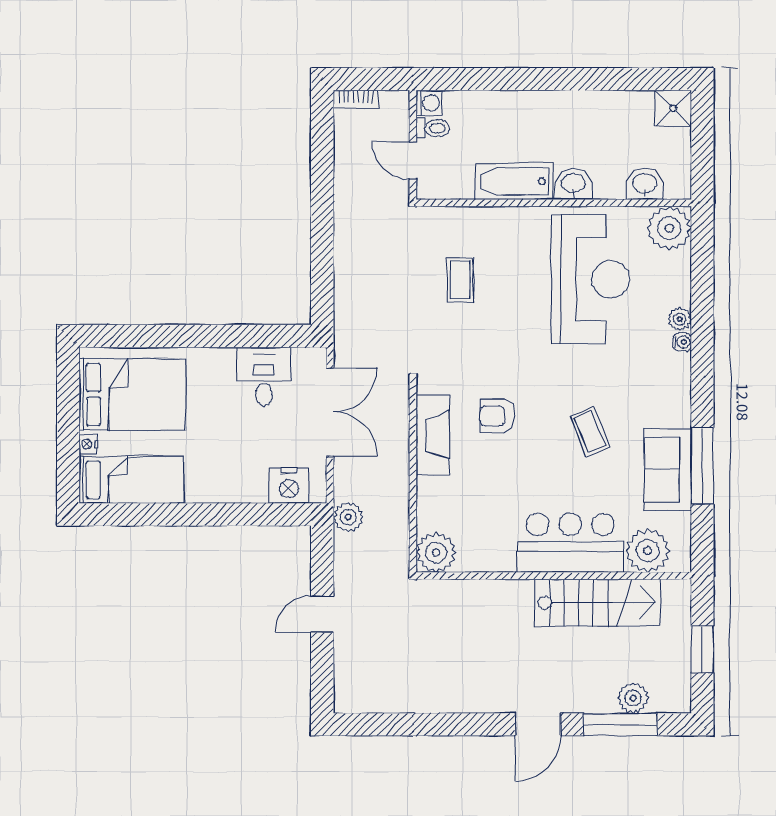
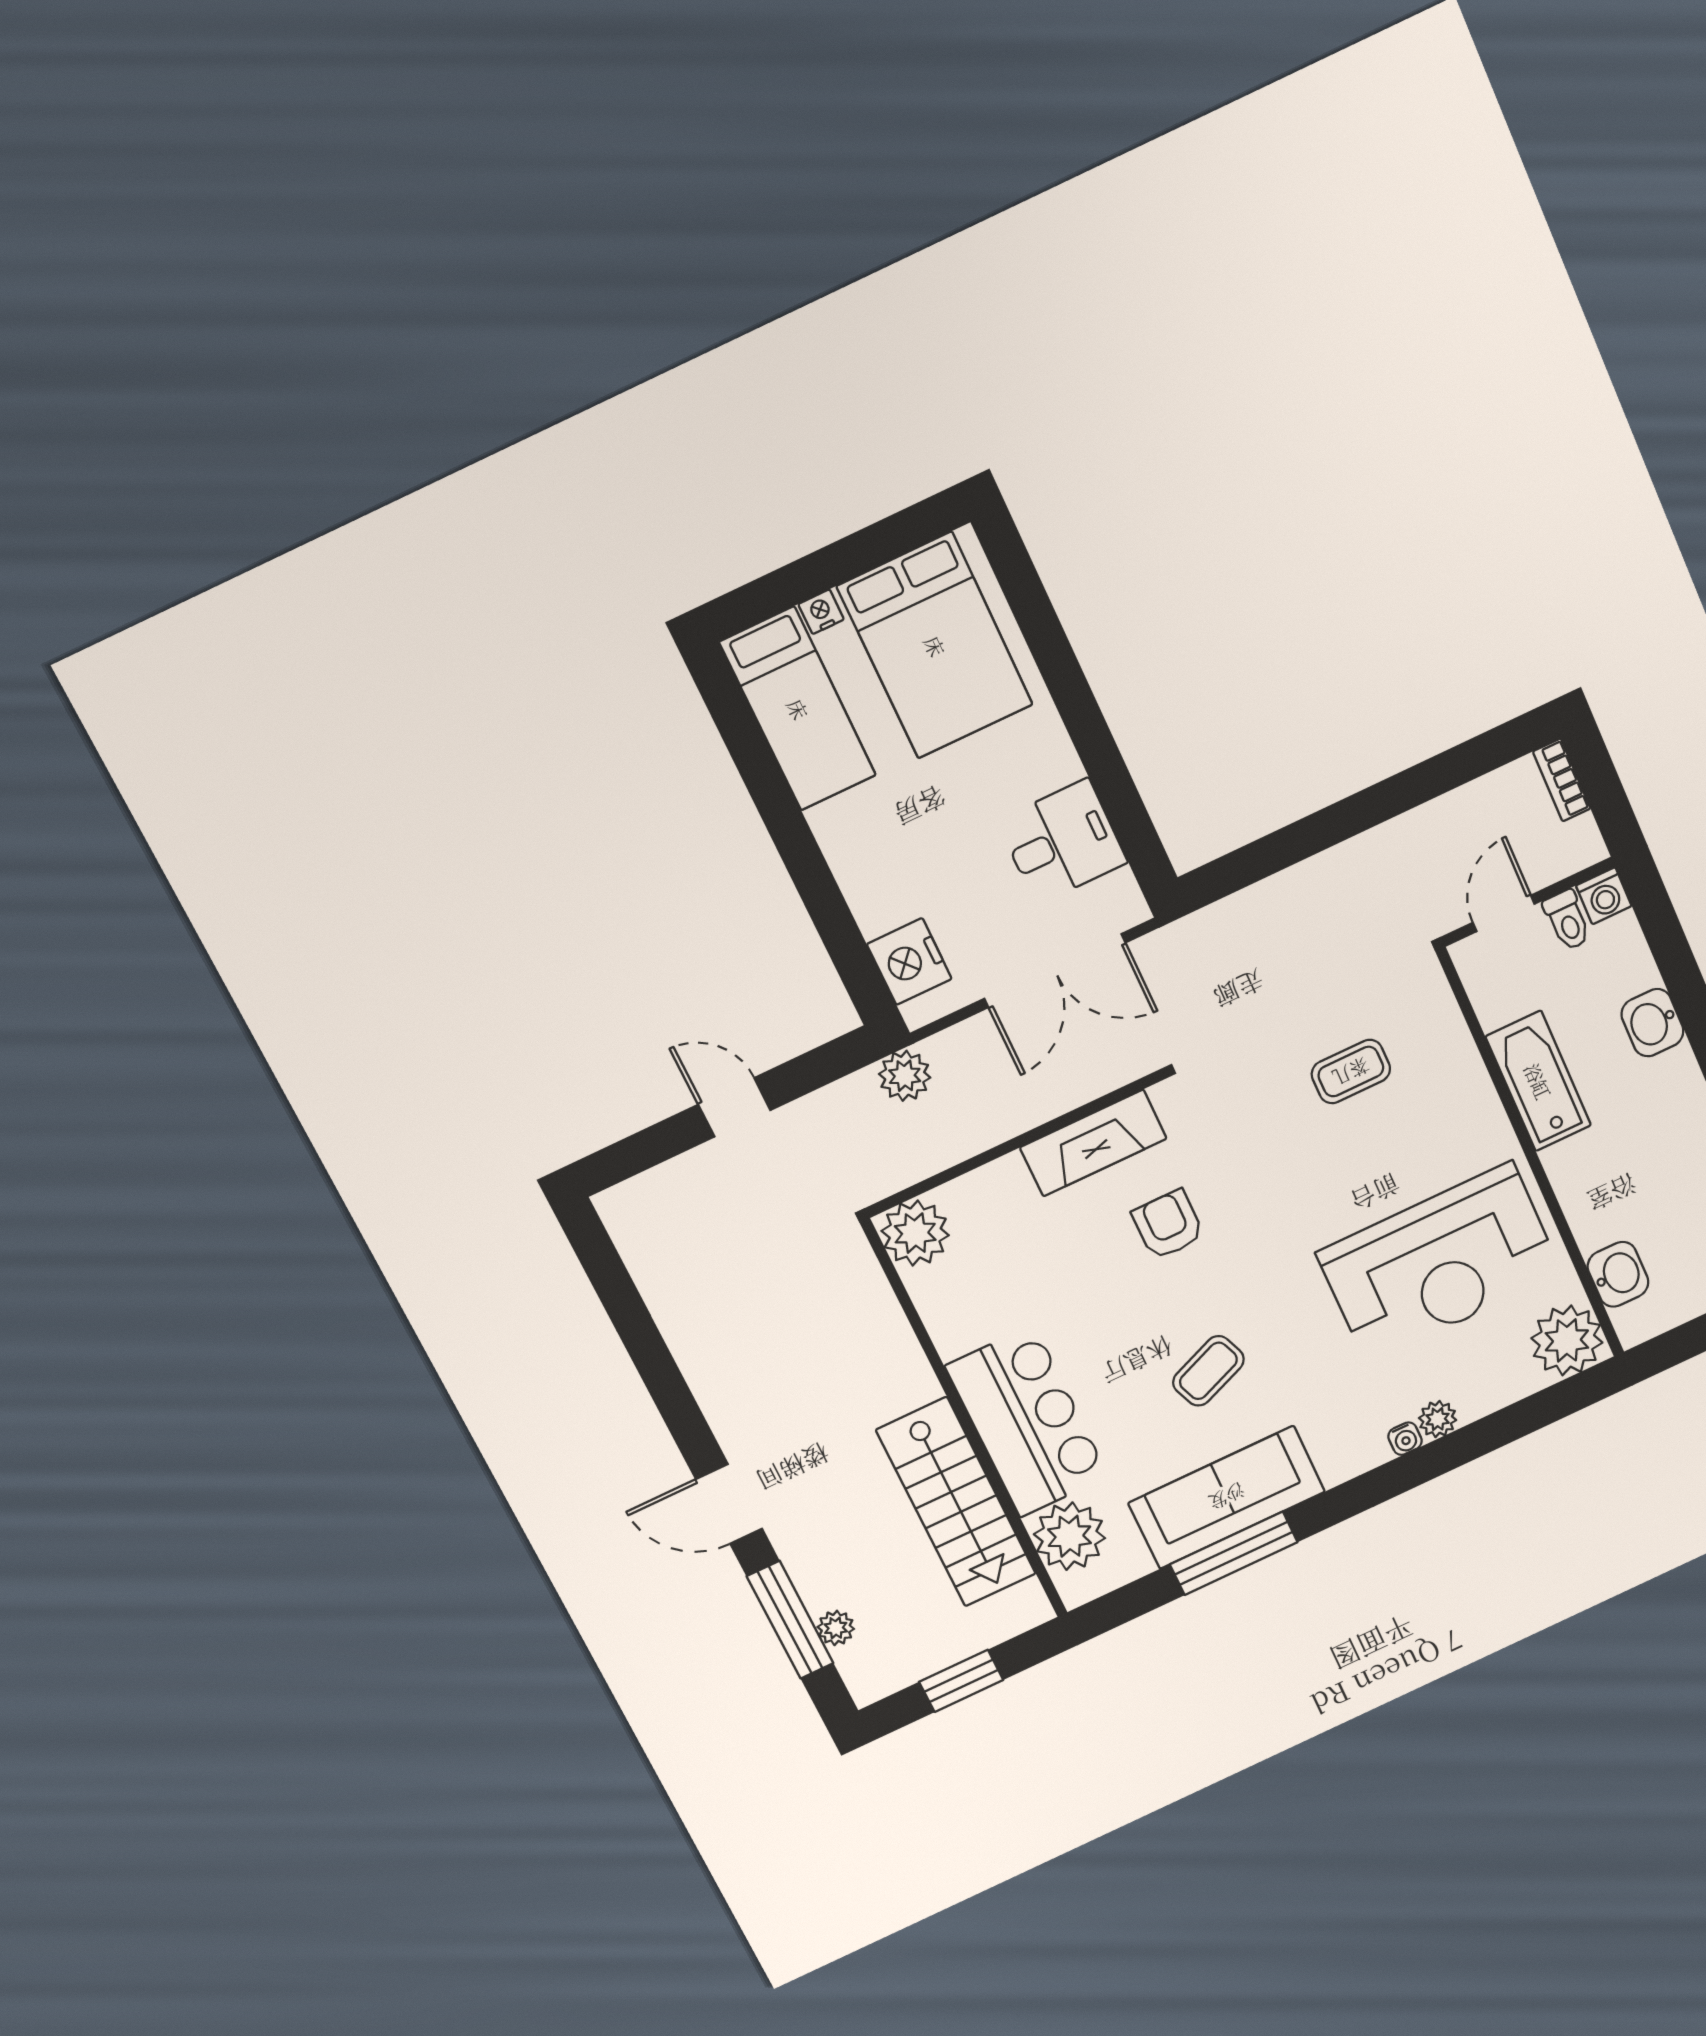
washbasin: (573, 184) -> (1652, 1023), moved, turned 180
sofa: (668, 470) -> (1227, 1497), width x1.36
plant: (633, 698) -> (836, 1628), width x0.73, depth x0.73

